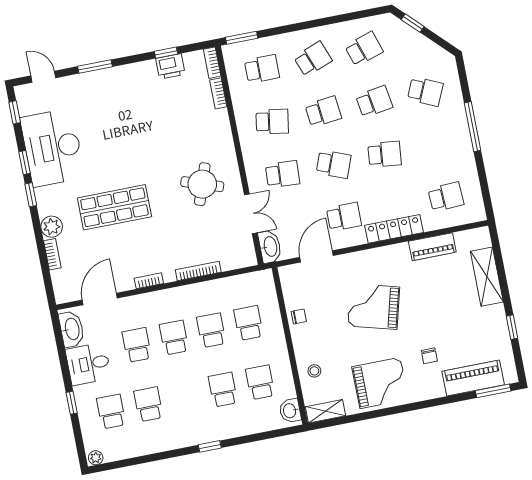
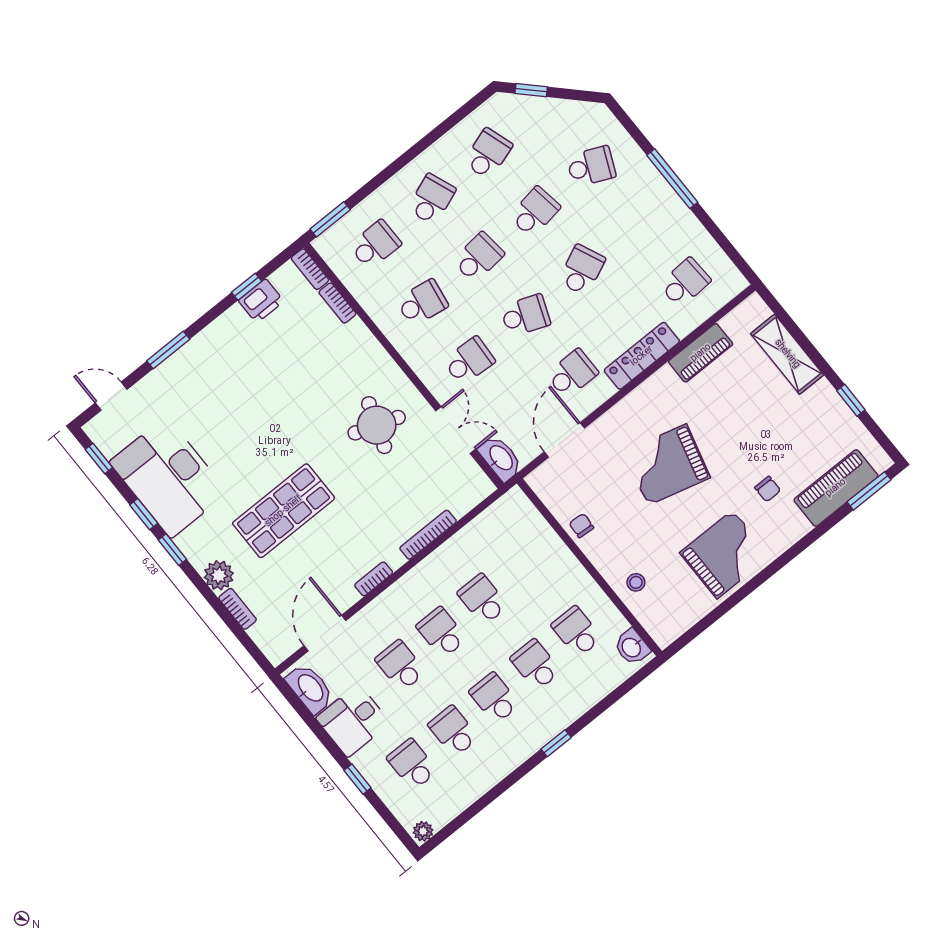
school desk: (385, 154) -> (582, 270), turned -30
chair: (299, 317) -> (581, 526), turned -86
school desk: (248, 323) -> (494, 698), moved
shelving: (326, 411) -> (676, 625), removed

